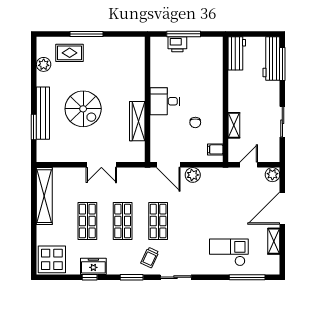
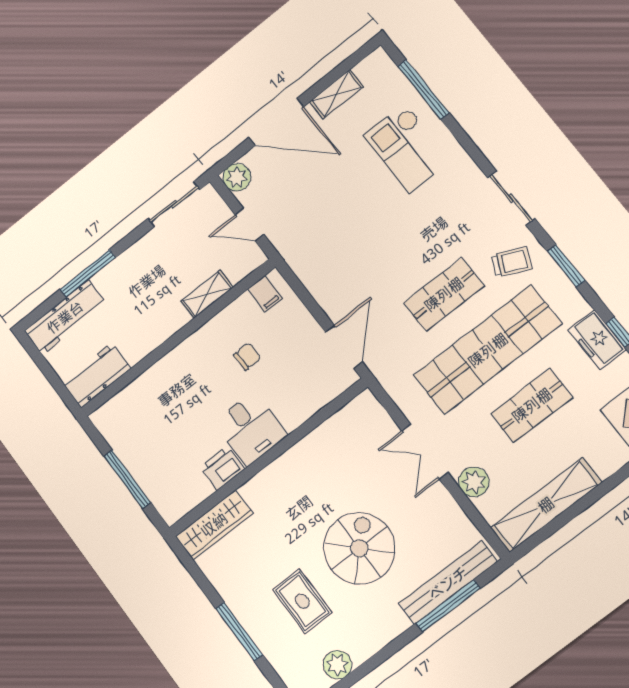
printer: (177, 44) -> (222, 468), moved, turned -90
rug: (70, 53) -> (302, 601), moved
window: (282, 64) -> (88, 273), moved
bench: (43, 113) -> (448, 583), moved
wardrobe: (137, 121) -> (214, 525), moved
sliding door: (282, 122) -> (174, 204), moved
window: (34, 127) -> (448, 606), width x1.44
double door: (101, 165) -> (425, 452), swing flipped
plant: (193, 175) -> (474, 482), moved
shop shelf: (123, 221) -> (488, 350), width x2.00, depth x1.36

